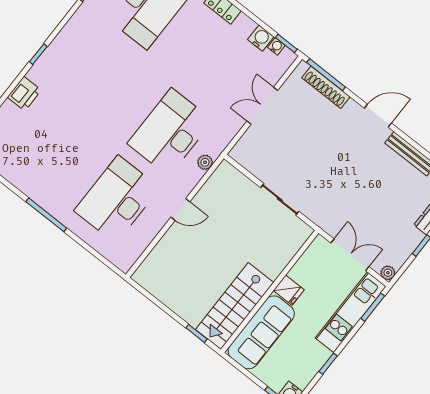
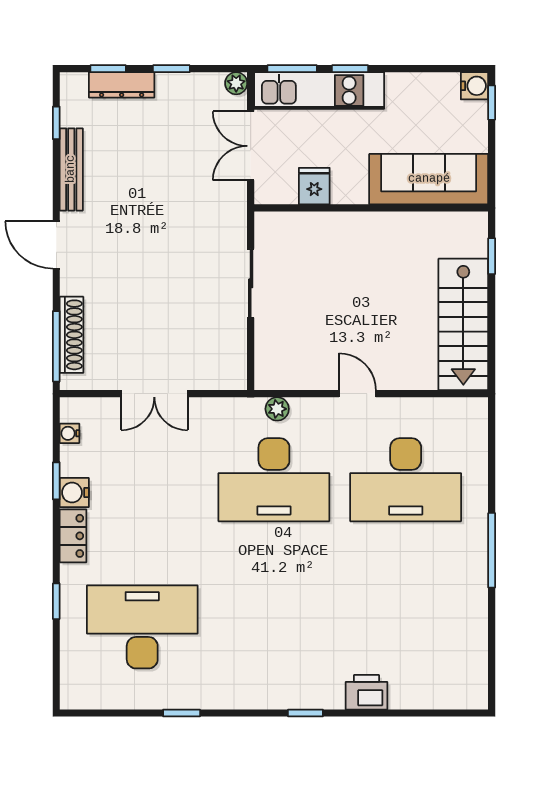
water cooler: (261, 38) -> (74, 493), moved
window: (286, 43) -> (56, 481), moved
fridge: (289, 290) -> (314, 186), moved
stairs: (235, 306) -> (463, 324), moved, turned 90
window: (328, 364) -> (350, 69), moved

